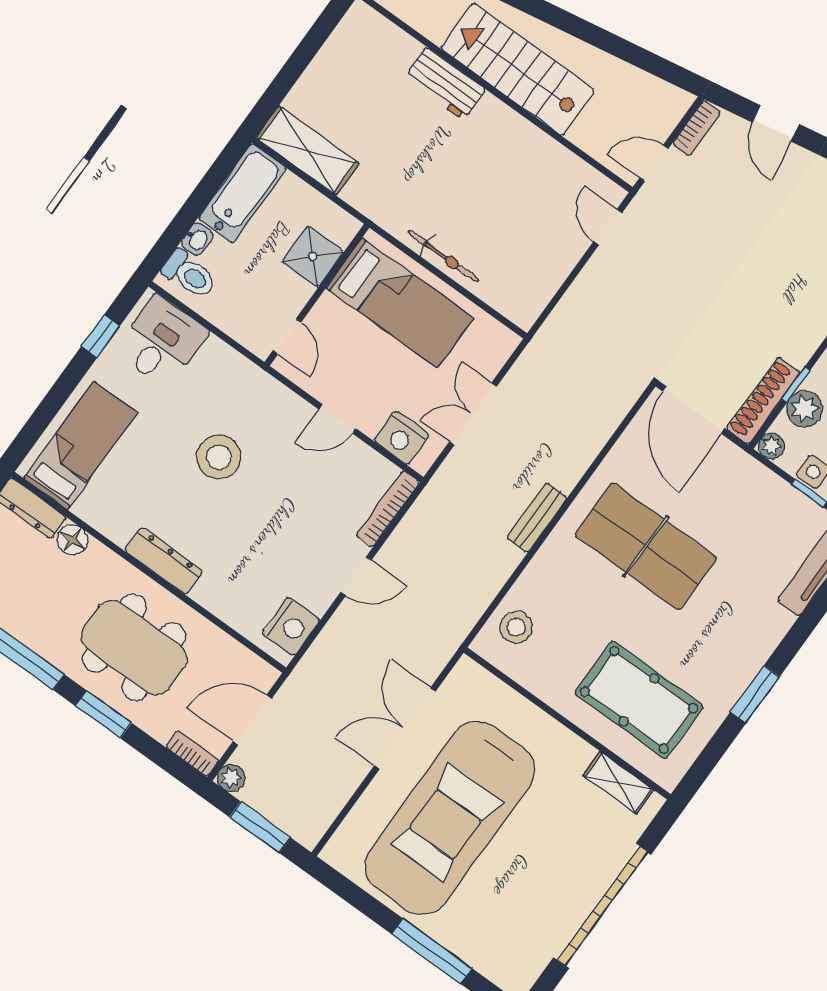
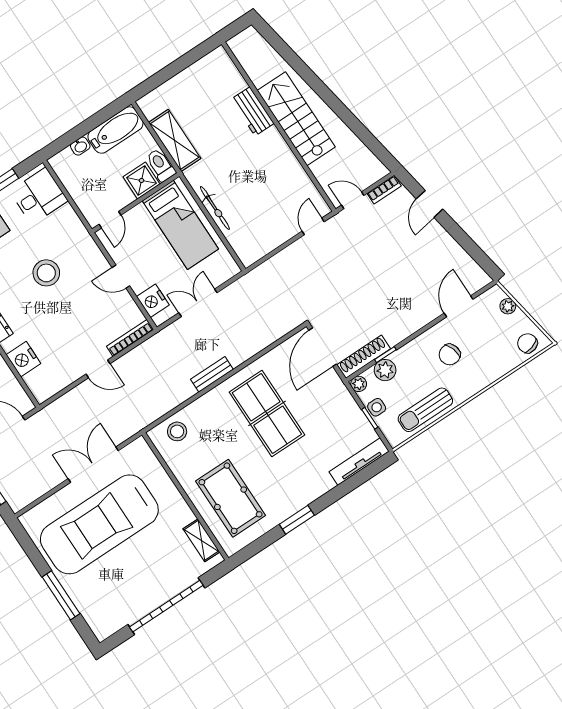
shelving: (307, 150) -> (175, 140), moved
toilet: (189, 274) -> (161, 165), moved, turned 180
nightstand: (291, 626) -> (23, 359), moved, turned 90

